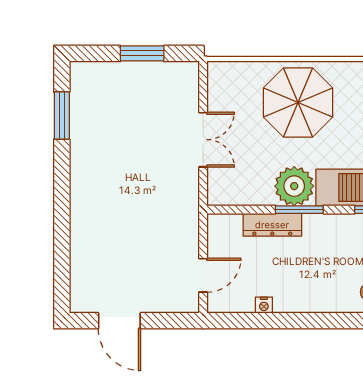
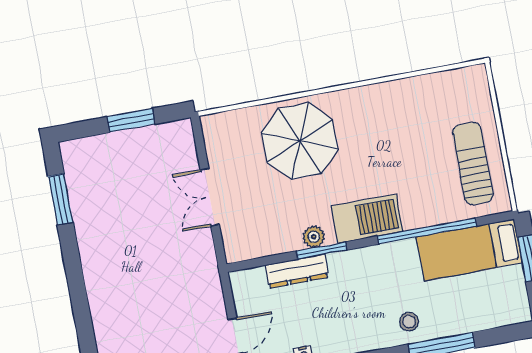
double door: (203, 140) -> (210, 197), swing flipped
plant: (294, 186) -> (314, 237), width x0.53, depth x0.53

